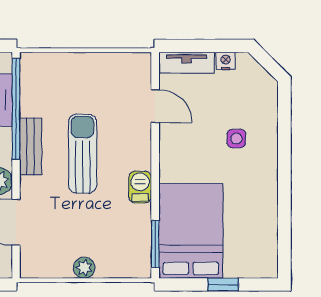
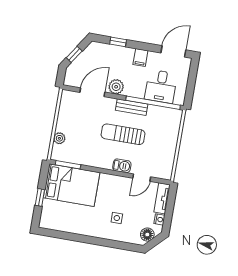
floor lamp: (257, 78) -> (147, 235), added
sun lounger: (83, 154) -> (123, 134), turned 180
barbecue: (140, 187) -> (122, 166), moved
plant: (84, 268) -> (59, 138), moved

